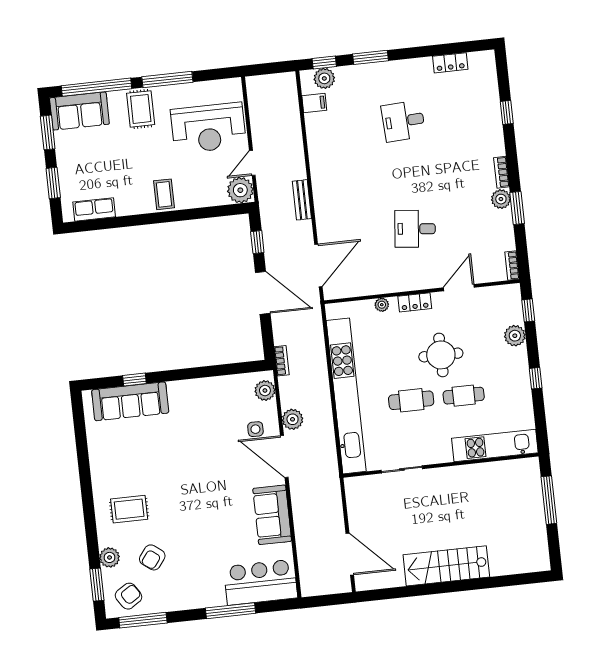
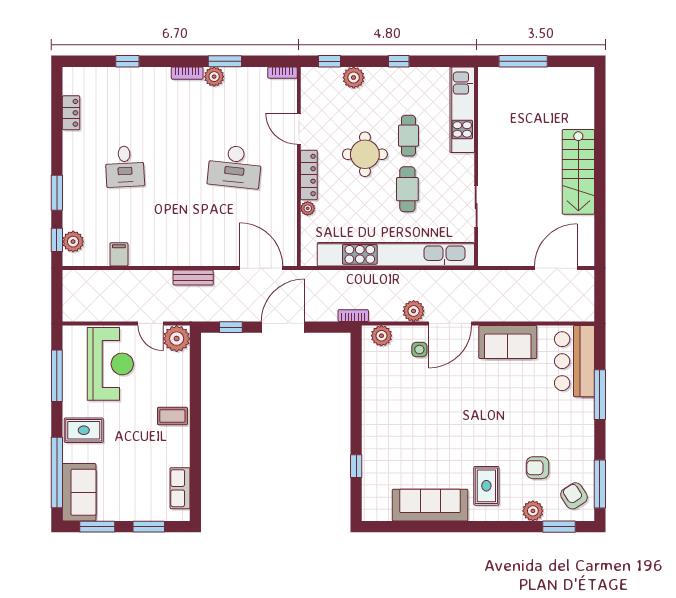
window: (167, 79) -> (57, 376), moved
filing cabinet: (314, 103) -> (119, 254), moved
desk: (415, 229) -> (235, 166), width x1.37
locker: (415, 302) -> (309, 175), width x1.53
sofa: (130, 401) -> (430, 505), moved, turned -90
armchair: (152, 557) -> (538, 468), turned 143

